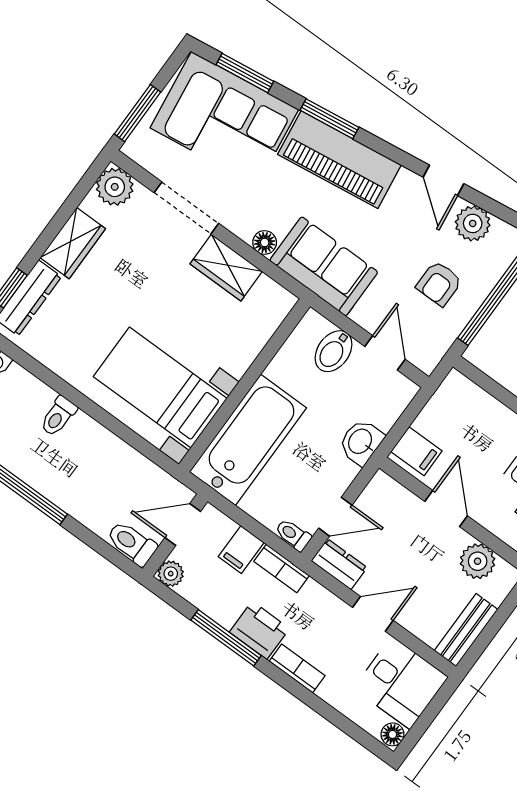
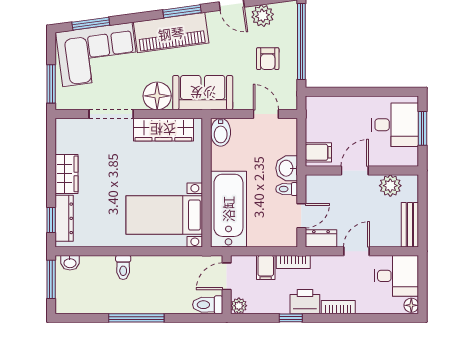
window: (329, 119) -> (182, 11), moved
plant: (115, 187) -> (67, 130), removed
floor lamp: (265, 242) -> (157, 96), width x1.89, depth x1.89
wardrobe: (226, 268) -> (163, 130), width x1.50
bidet: (334, 351) -> (221, 132), moved
door: (446, 509) -> (355, 170), hinge flipped
toilet: (293, 535) -> (287, 189), moved
window: (226, 638) -> (291, 318), width x0.46

